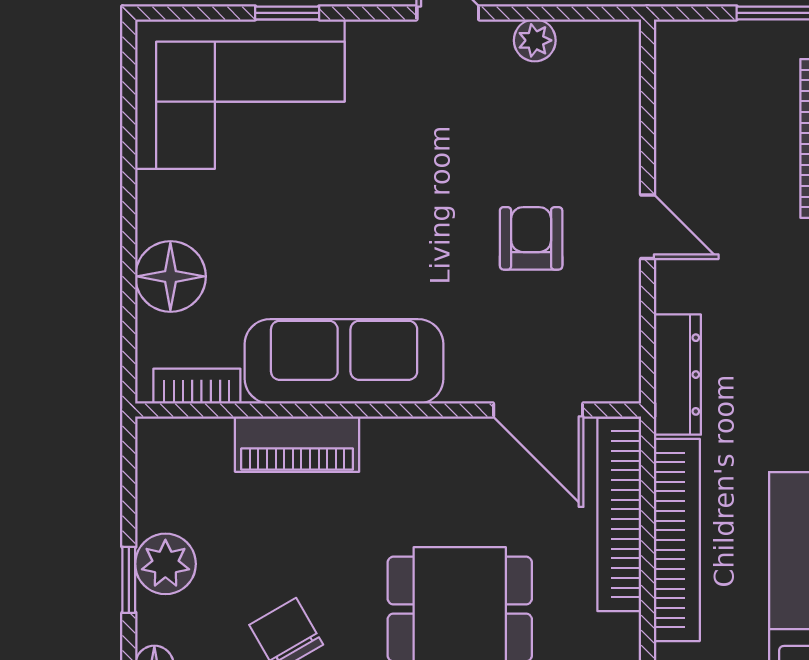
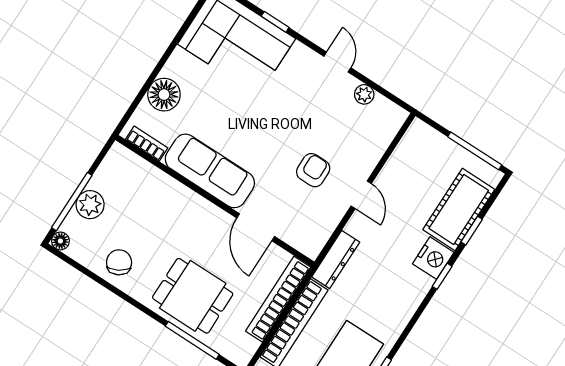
door: (538, 410) -> (256, 227), moved
piano: (297, 444) -> (171, 191), removed
window: (129, 580) -> (72, 202), width x2.17

